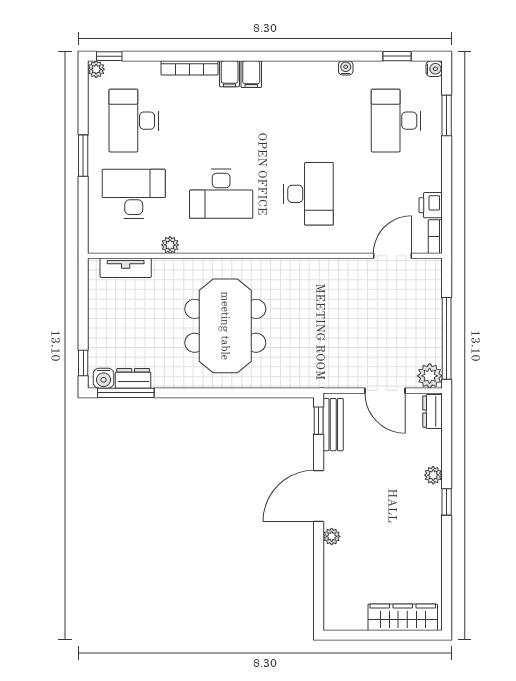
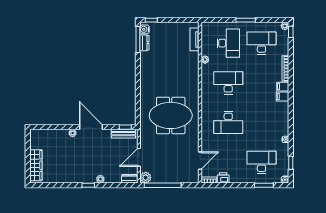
desk: (221, 194) -> (228, 83), turned 90
door: (393, 256) -> (200, 161), hinge flipped
meeting table: (225, 326) -> (171, 115), moved

